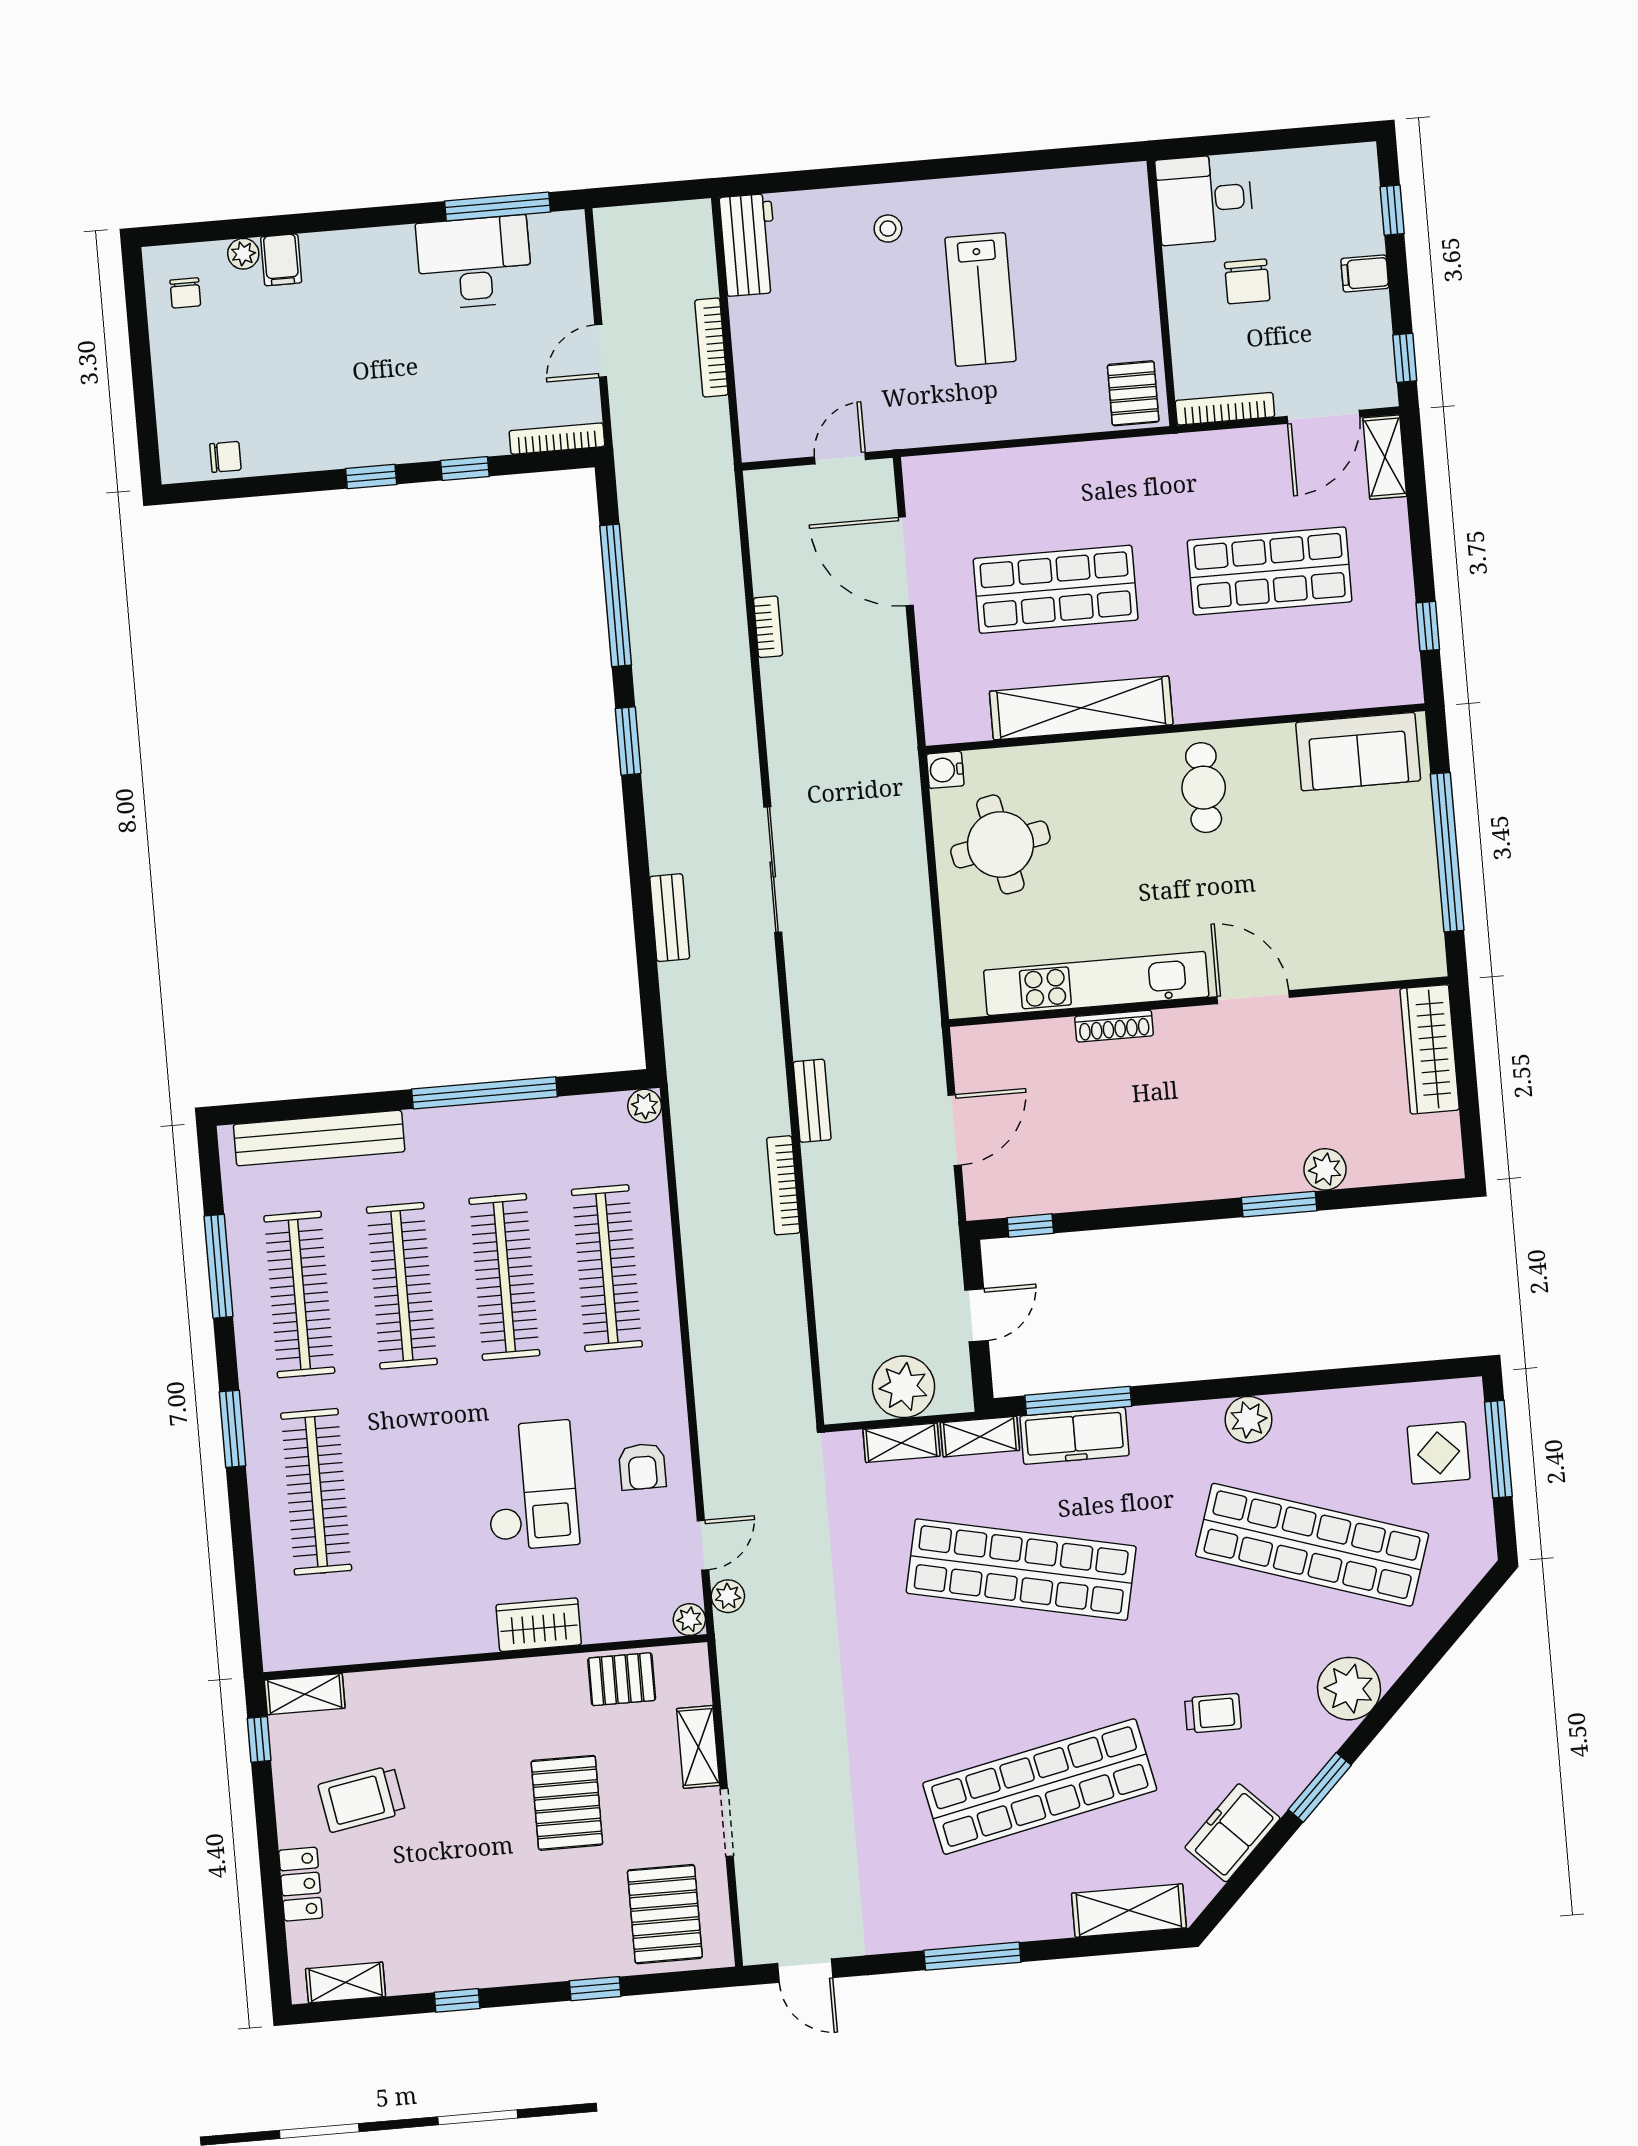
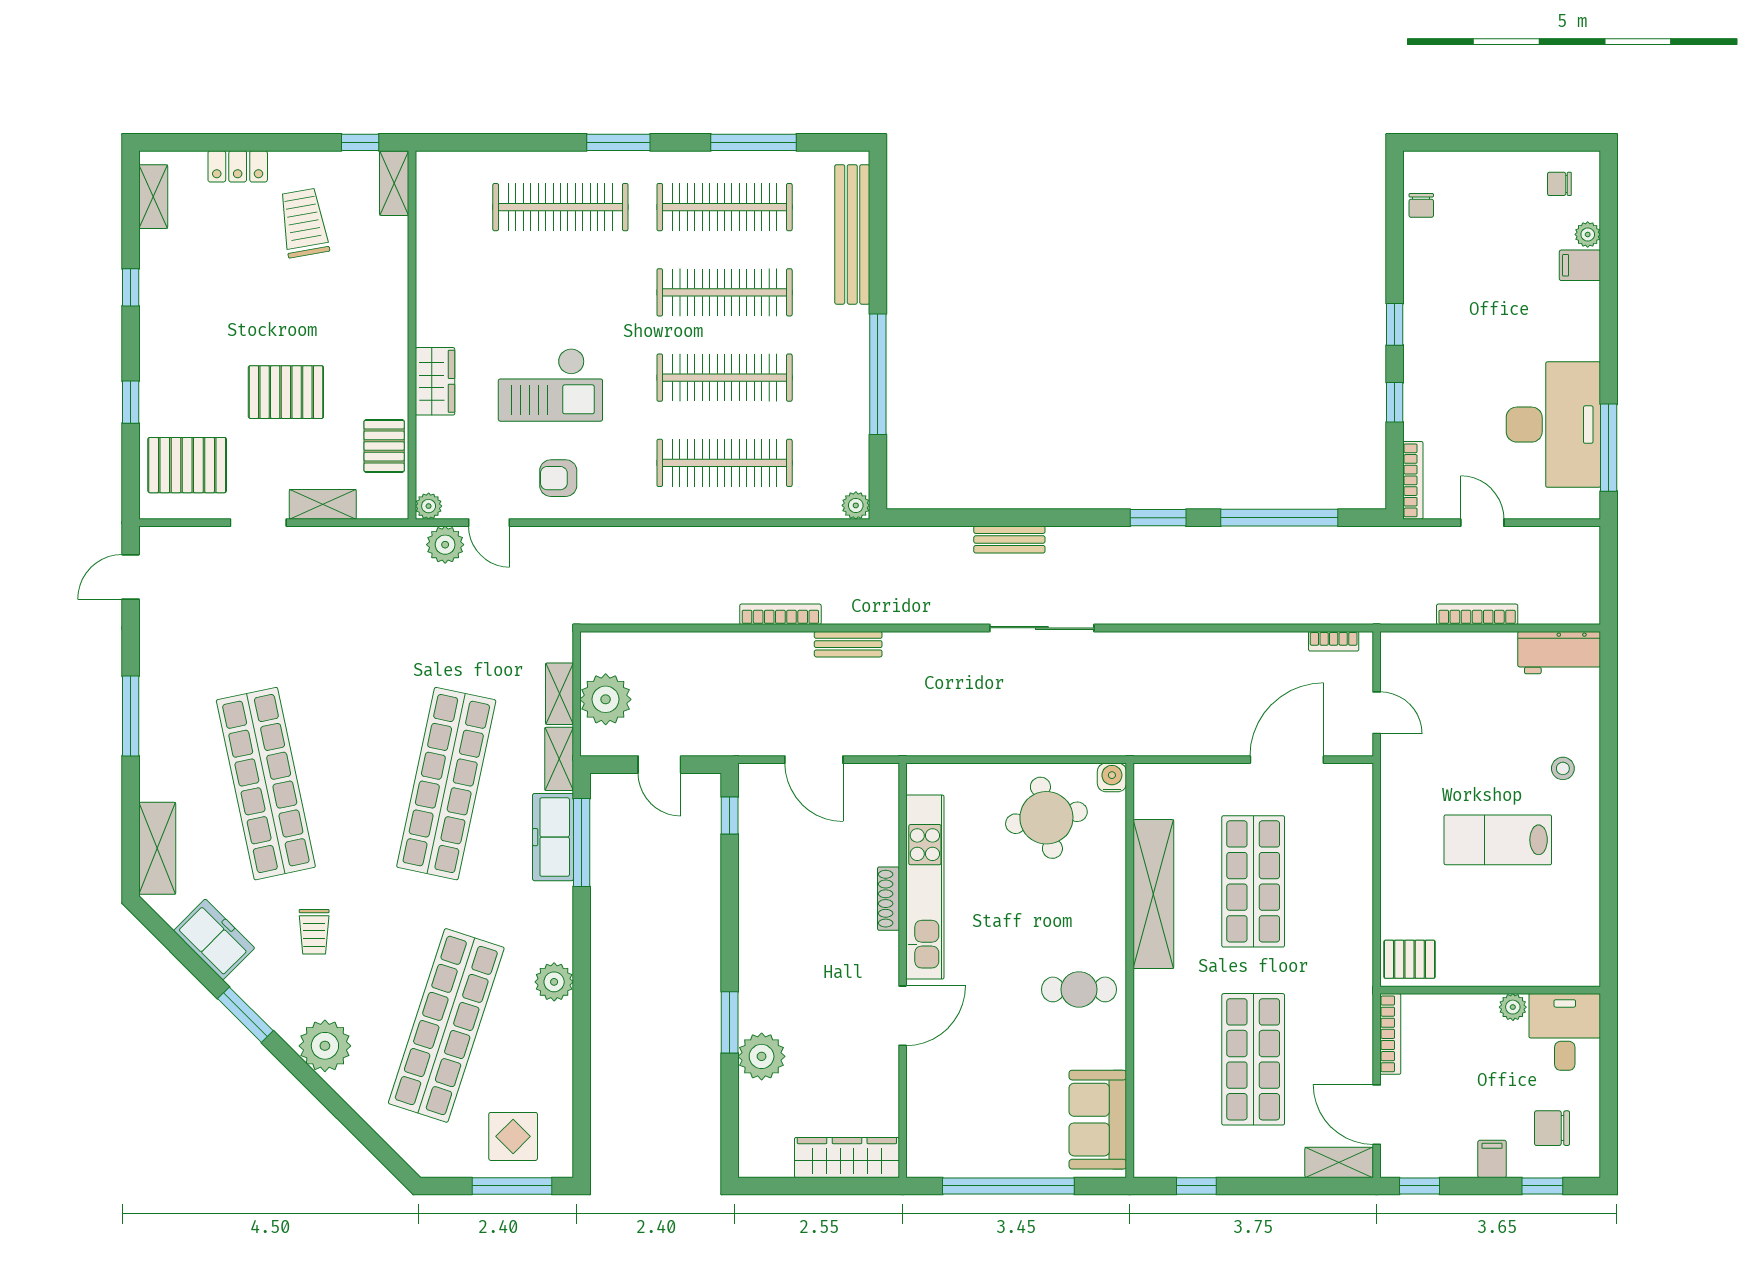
desk: (474, 262) -> (1553, 425), width x1.36, depth x1.30
plant: (1180, 264) -> (1513, 1007), added
chair: (1247, 282) -> (1552, 1128), moved
bookcase: (768, 627) -> (1334, 641), moved
plant: (1325, 1169) -> (762, 1056), width x1.36, depth x1.36
plant: (728, 1596) -> (445, 545), width x1.38, depth x1.38

